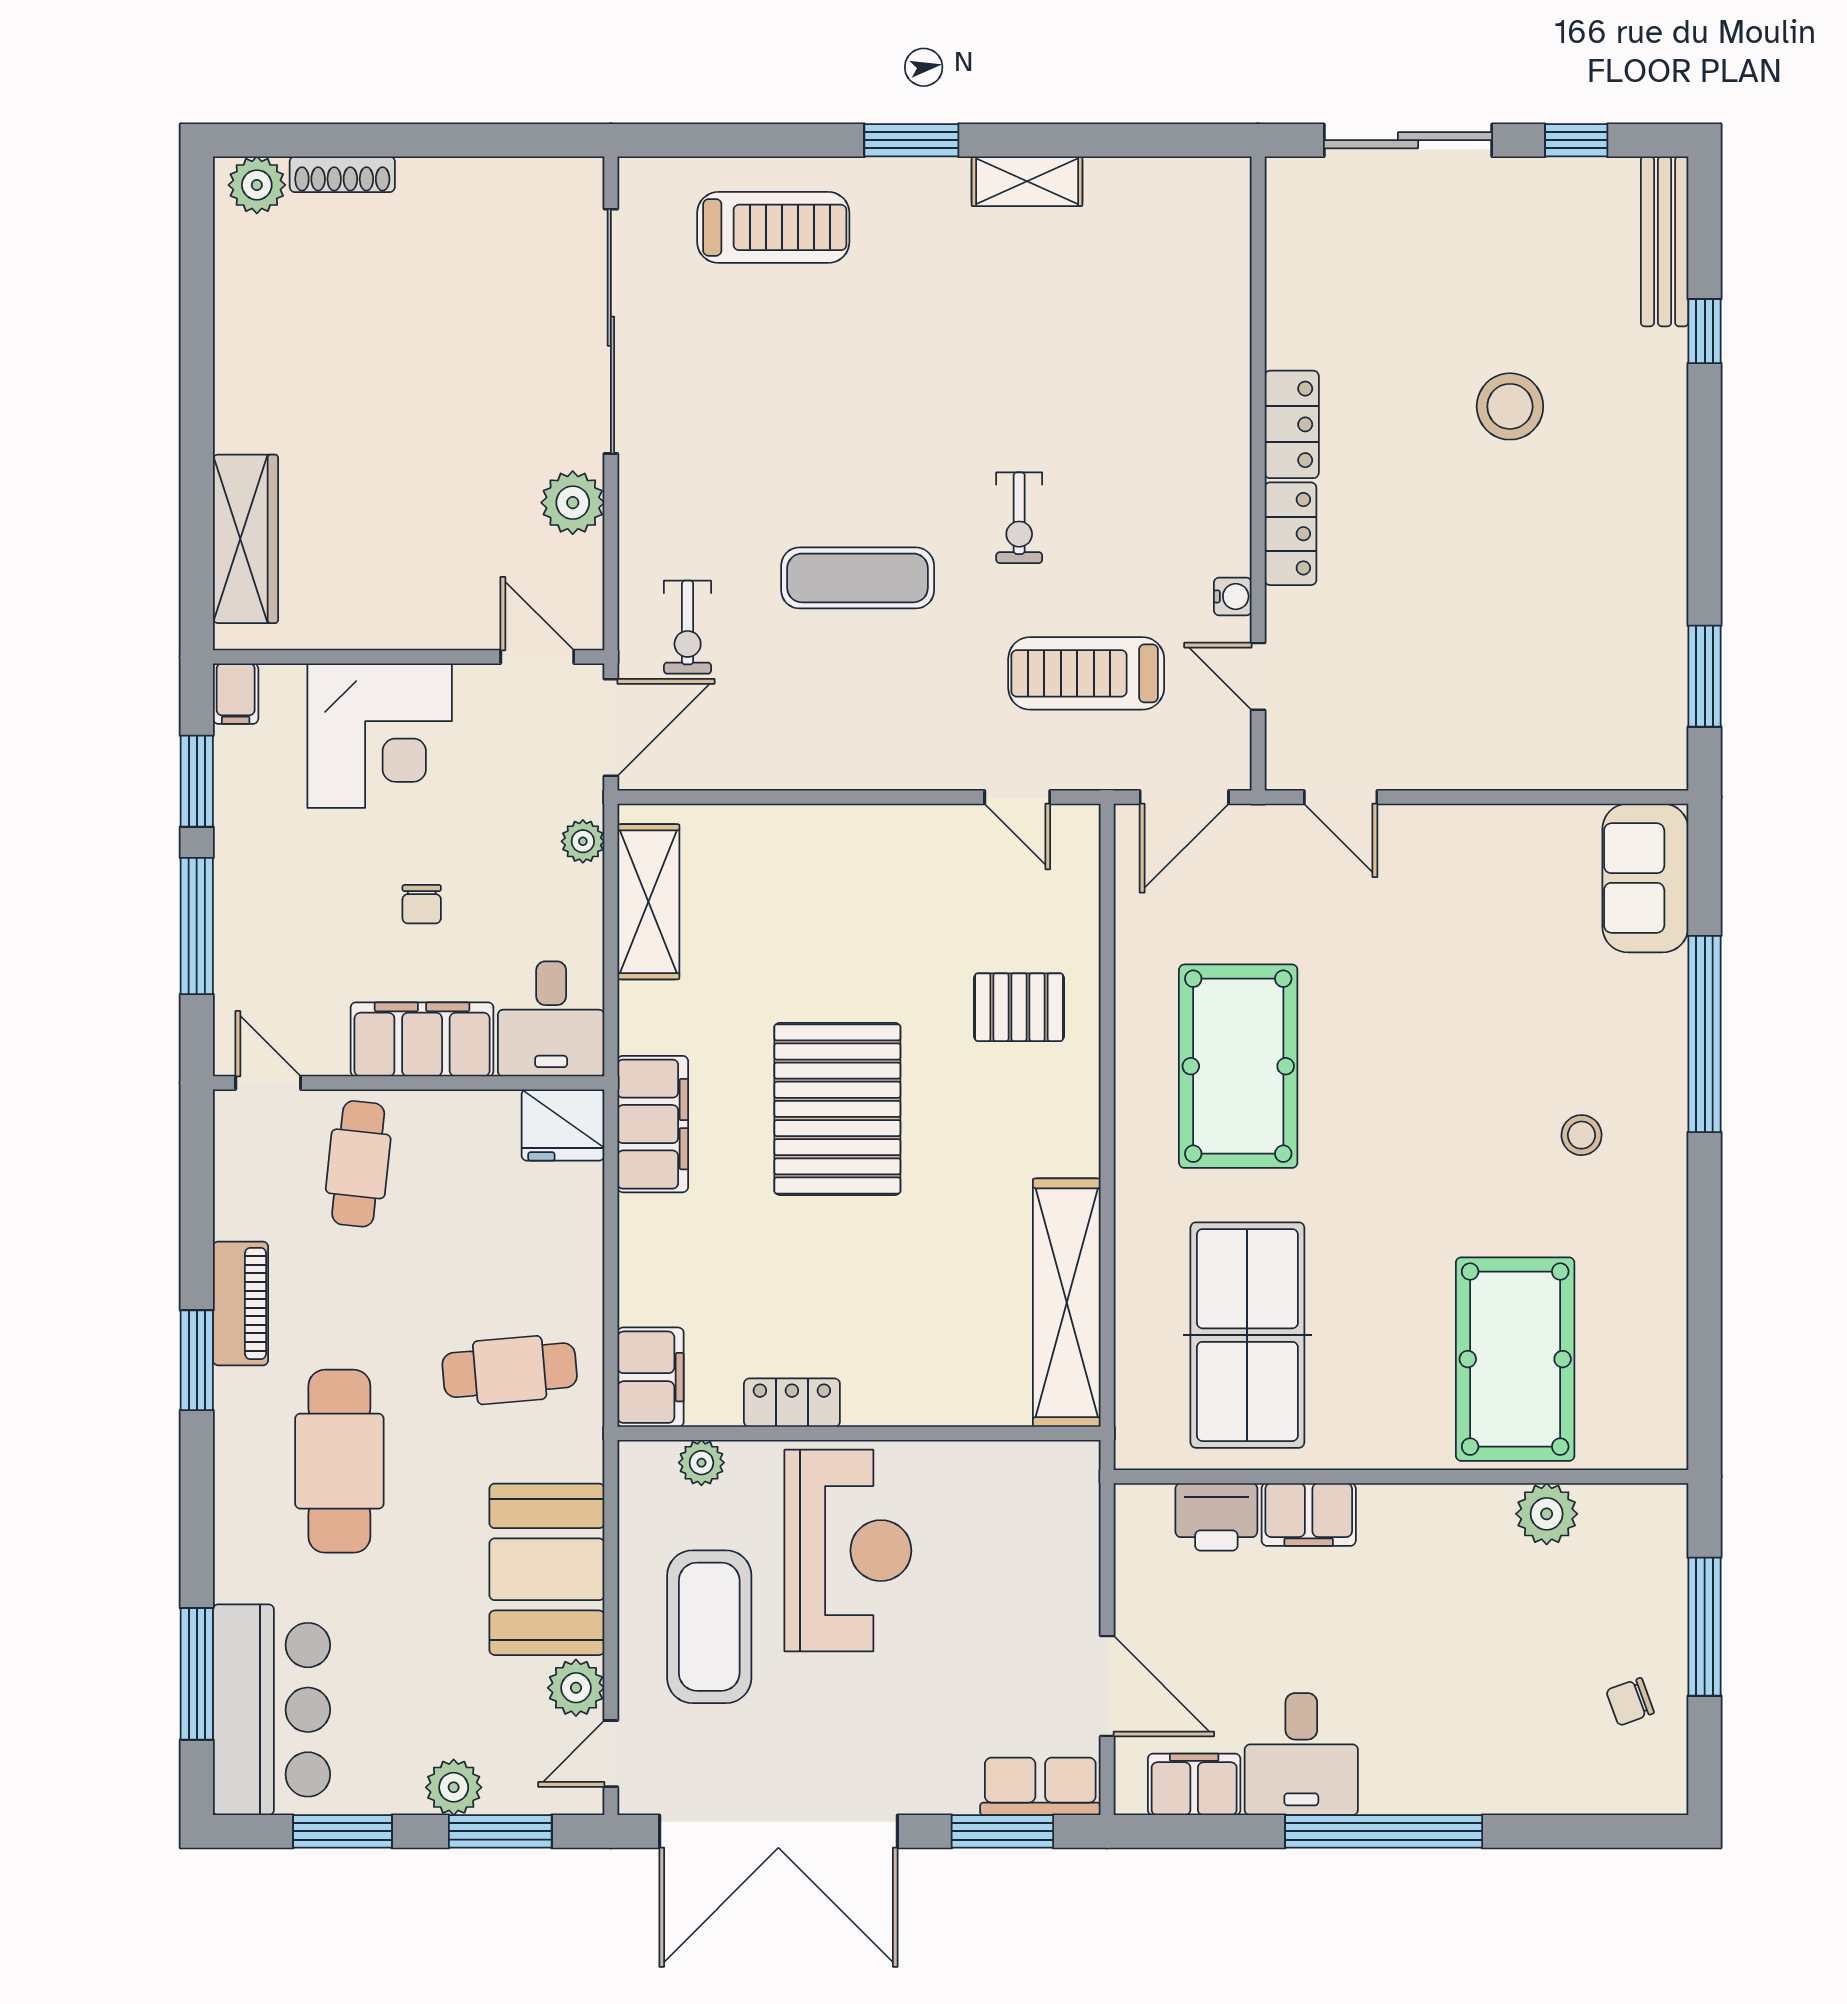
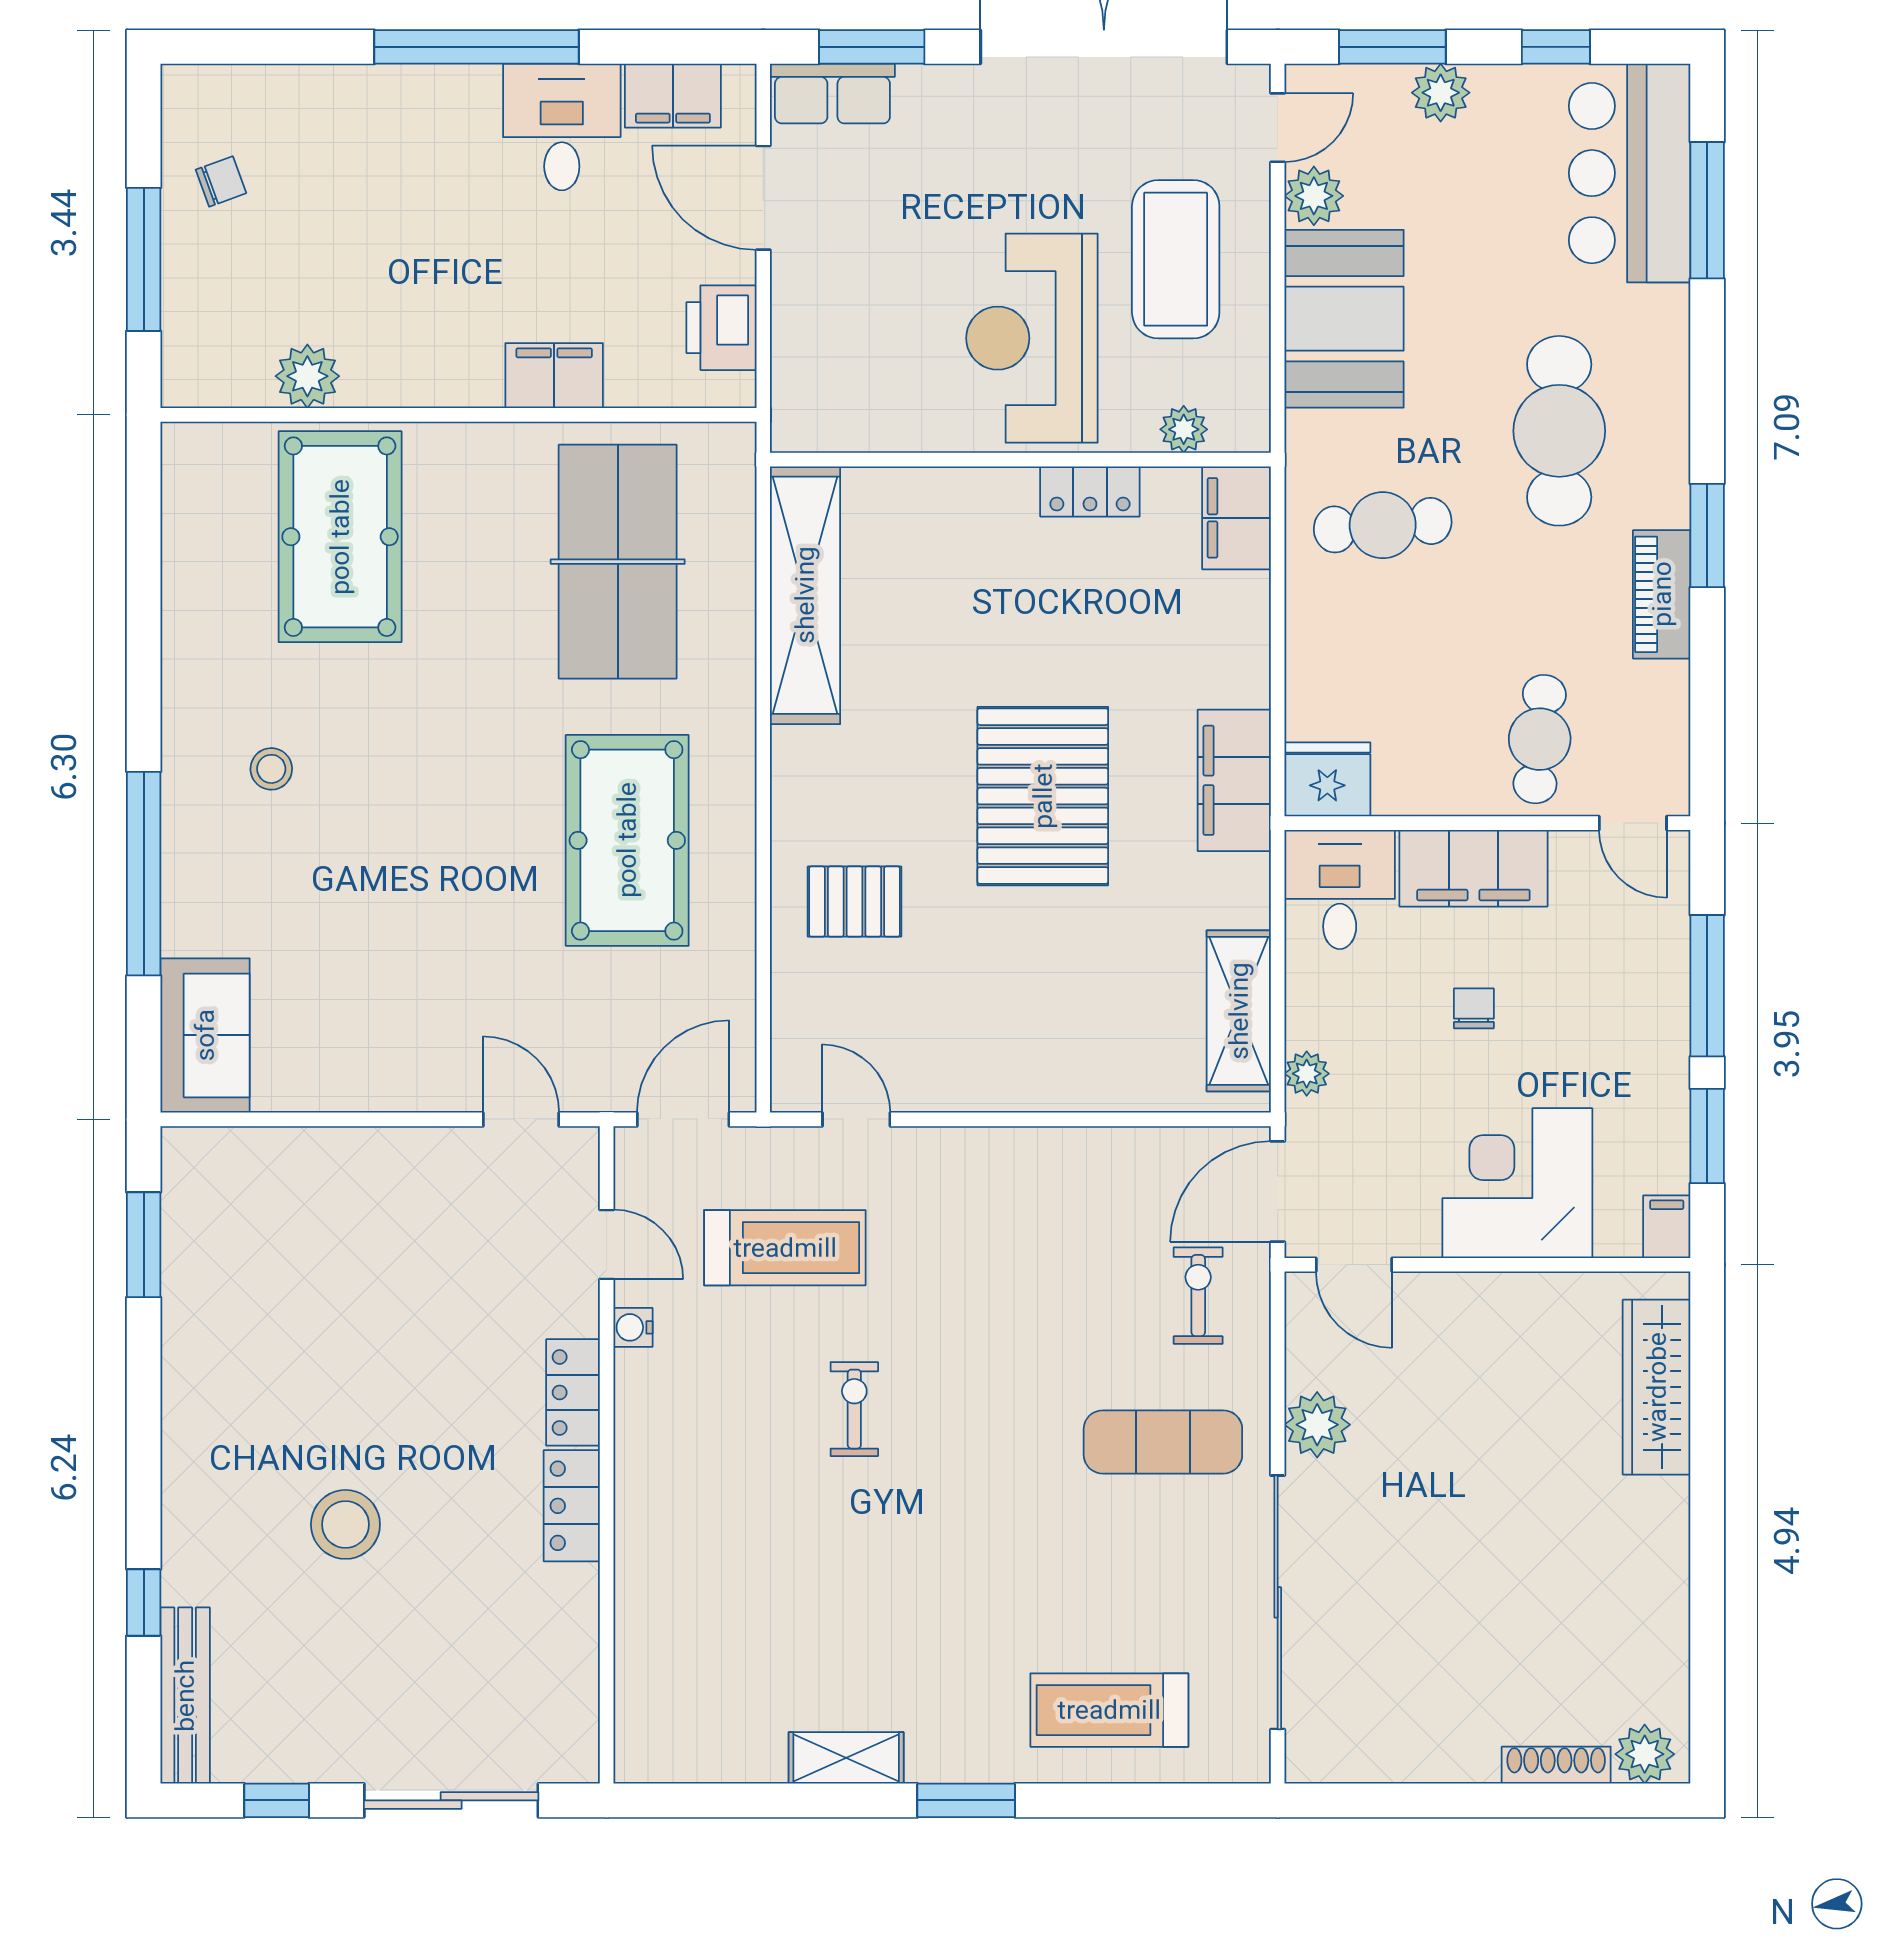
exercise mat: (858, 578) -> (1163, 1442), moved
printer: (1216, 1517) -> (721, 328), moved, turned -90
window: (343, 1831) -> (1556, 47), width x0.67

